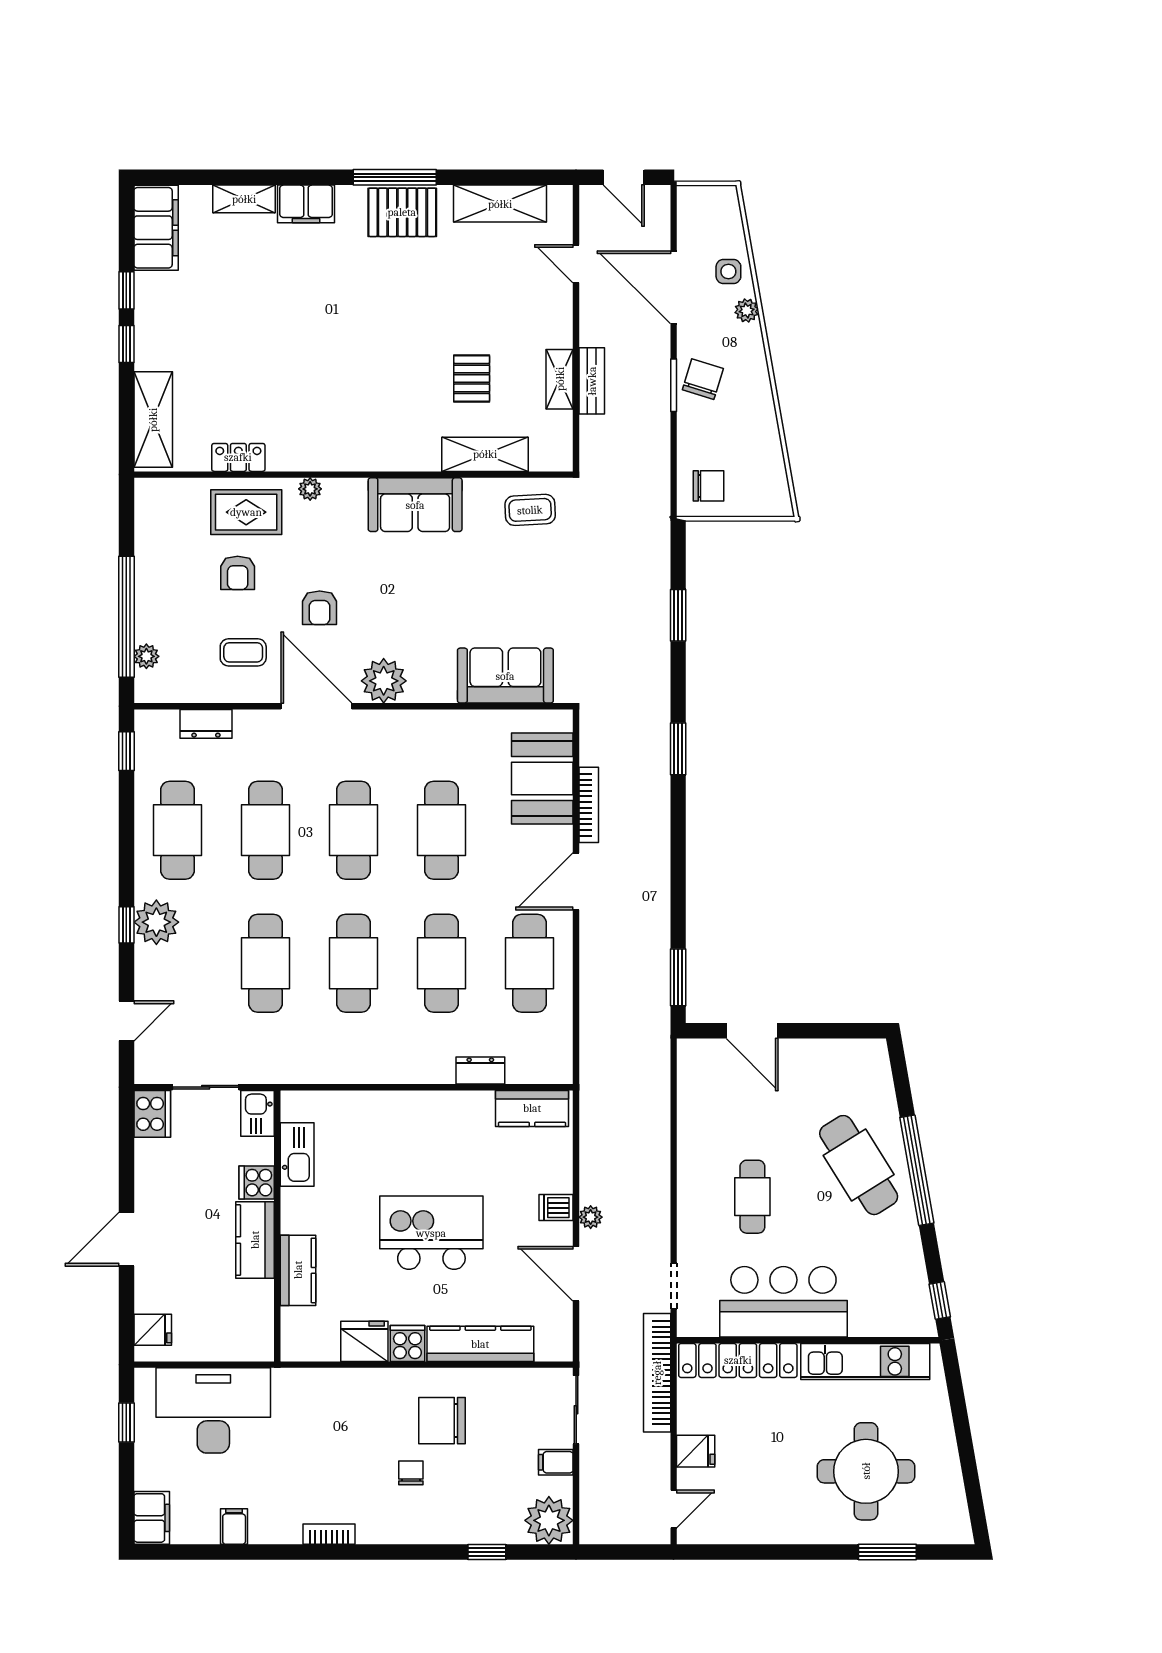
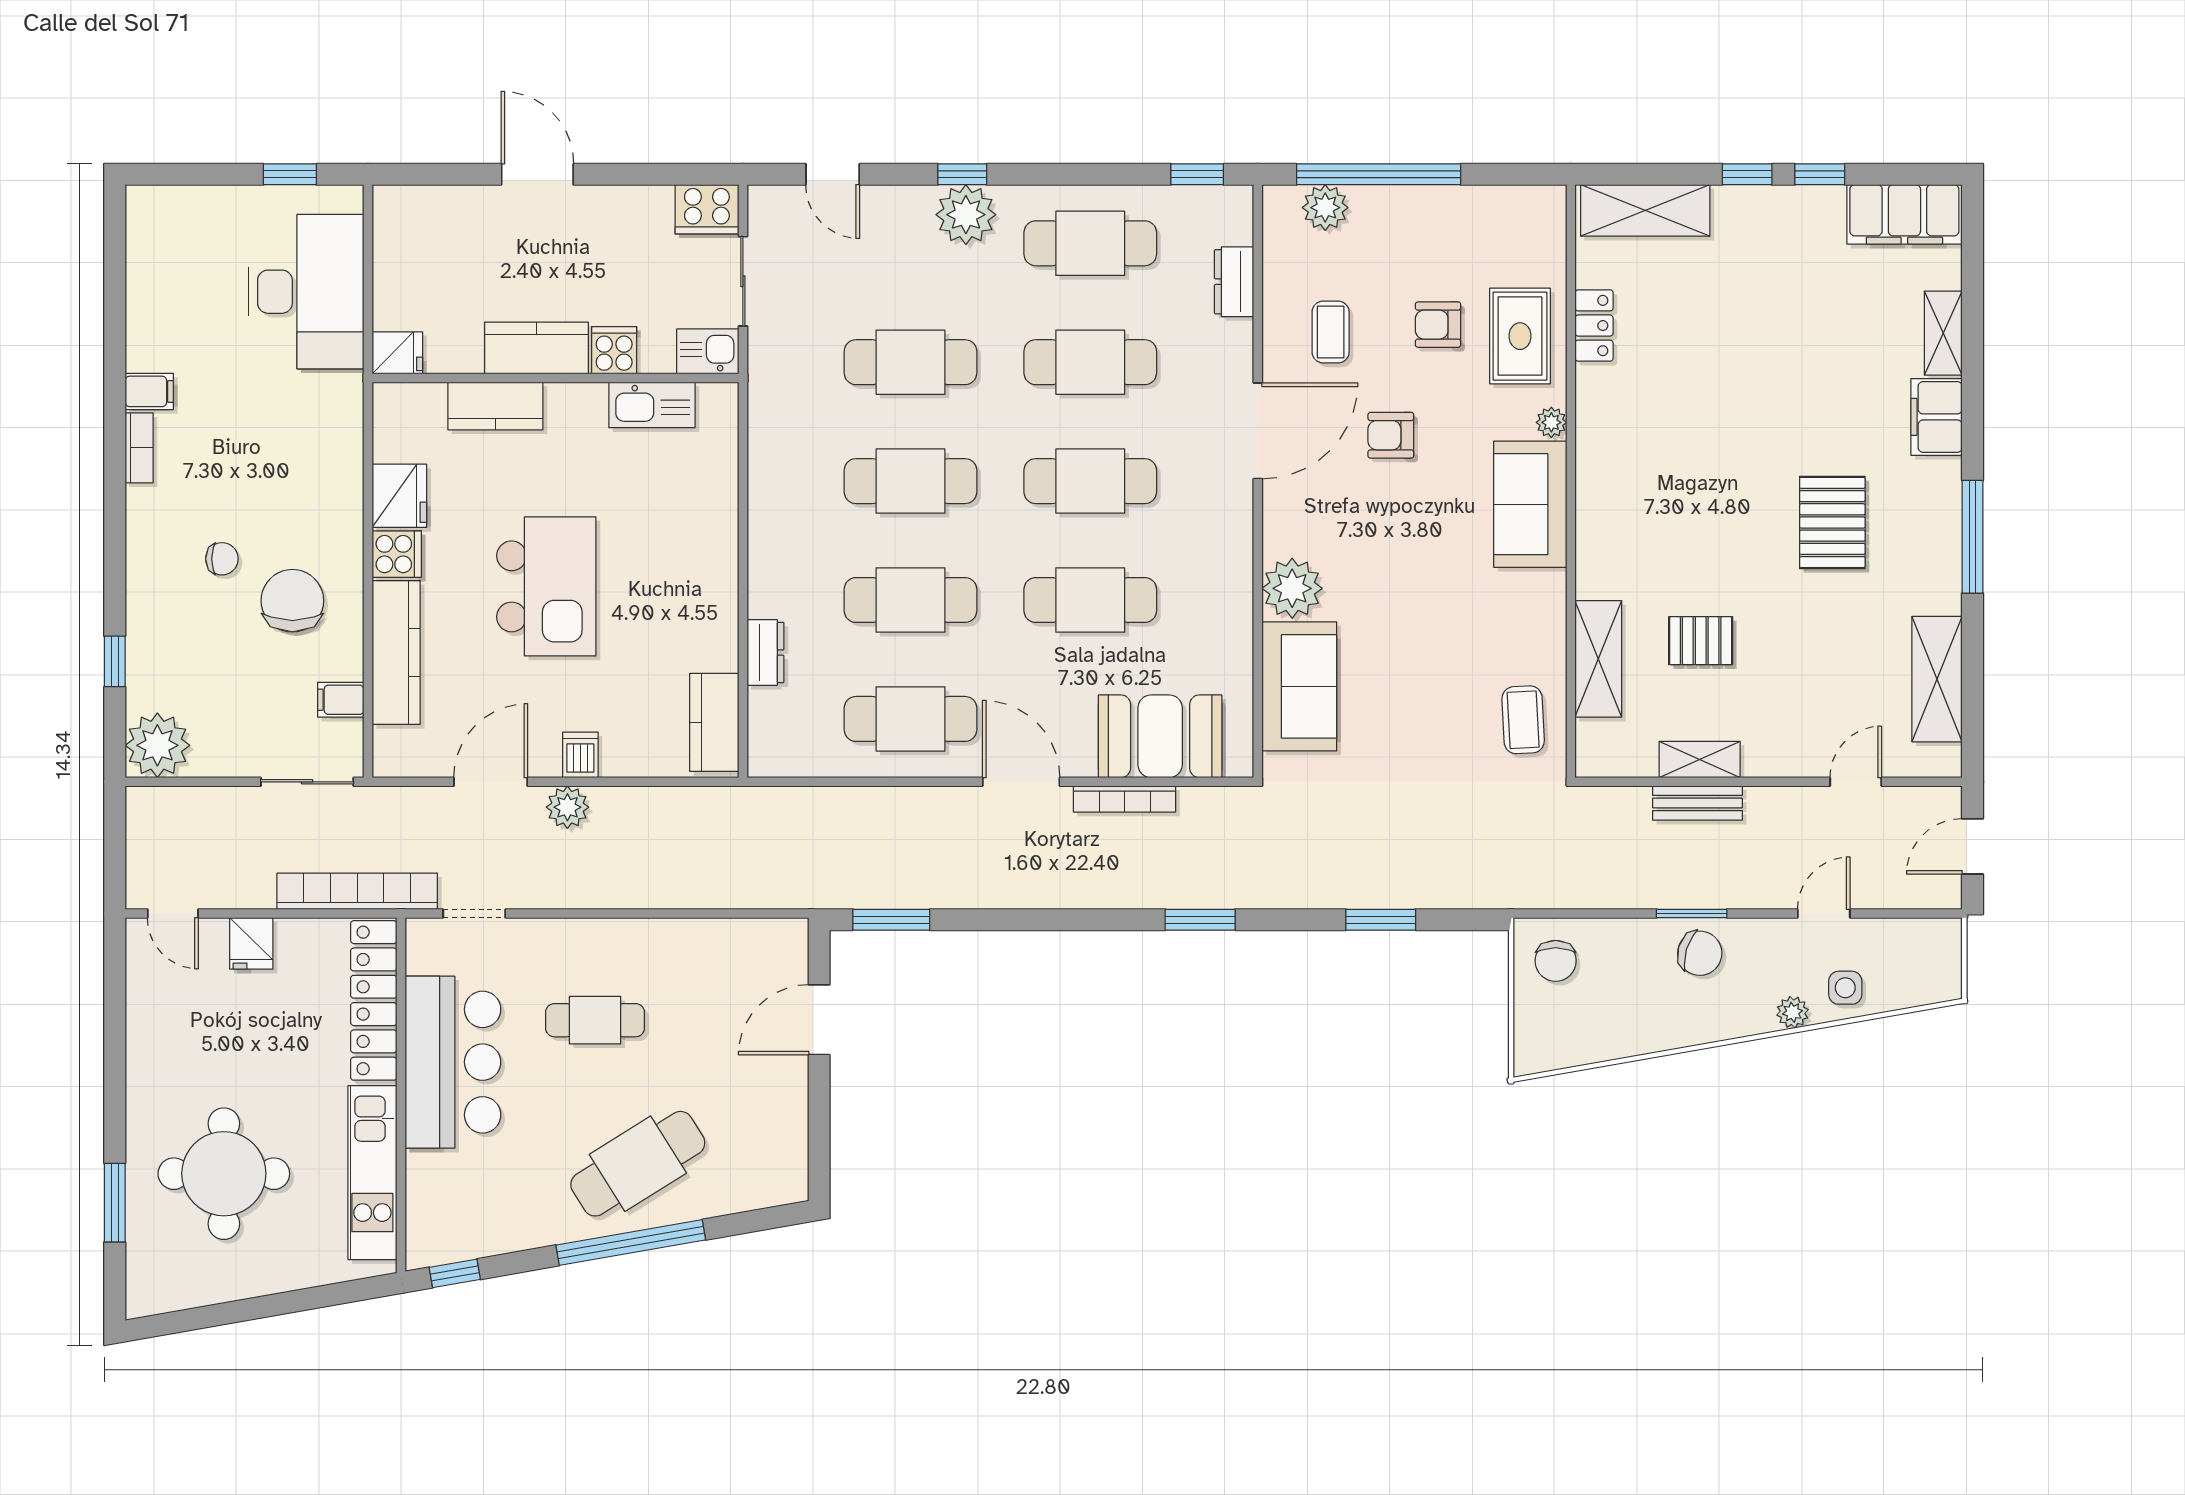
pallet: (402, 212) -> (1832, 522), moved
door: (674, 287) -> (1824, 914), width x0.53
sofa: (415, 505) -> (1530, 504), moved
plant: (146, 656) -> (1325, 208), width x1.38, depth x1.38
plant: (384, 681) -> (1292, 588), moved
plant: (591, 1217) -> (567, 807), width x1.38, depth x1.38
fridge: (153, 1330) -> (397, 353), moved, turned -90
filing cabinet: (556, 1462) -> (341, 700), moved, turned -90
filing cabinet: (152, 1518) -> (161, 208), removed
filing cabinet: (234, 1527) -> (149, 391), moved

